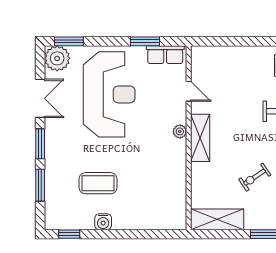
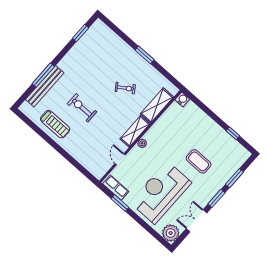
window: (69, 41) -> (157, 236), removed
coffee table: (98, 183) -> (199, 161), moved
shelving: (217, 219) -> (157, 105), moved, turned 90
water cooler: (103, 222) -> (182, 99), moved
window: (69, 234) -> (233, 133), moved

